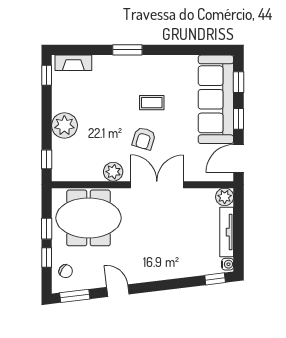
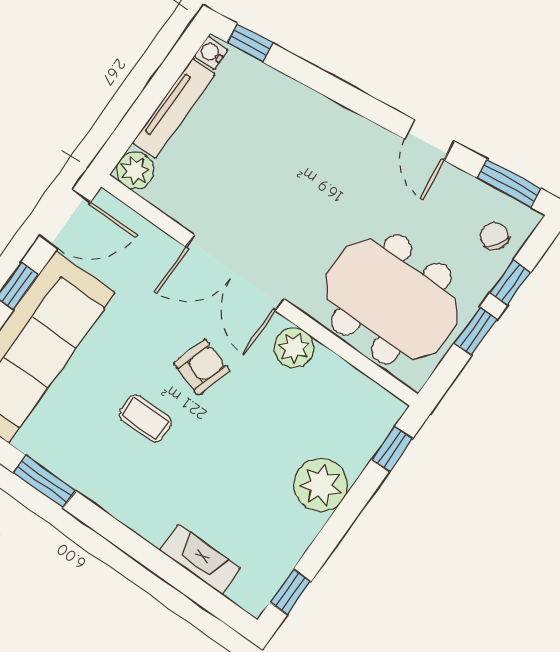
window: (127, 50) -> (45, 482), moved
fireplace: (73, 63) -> (200, 559), moved

